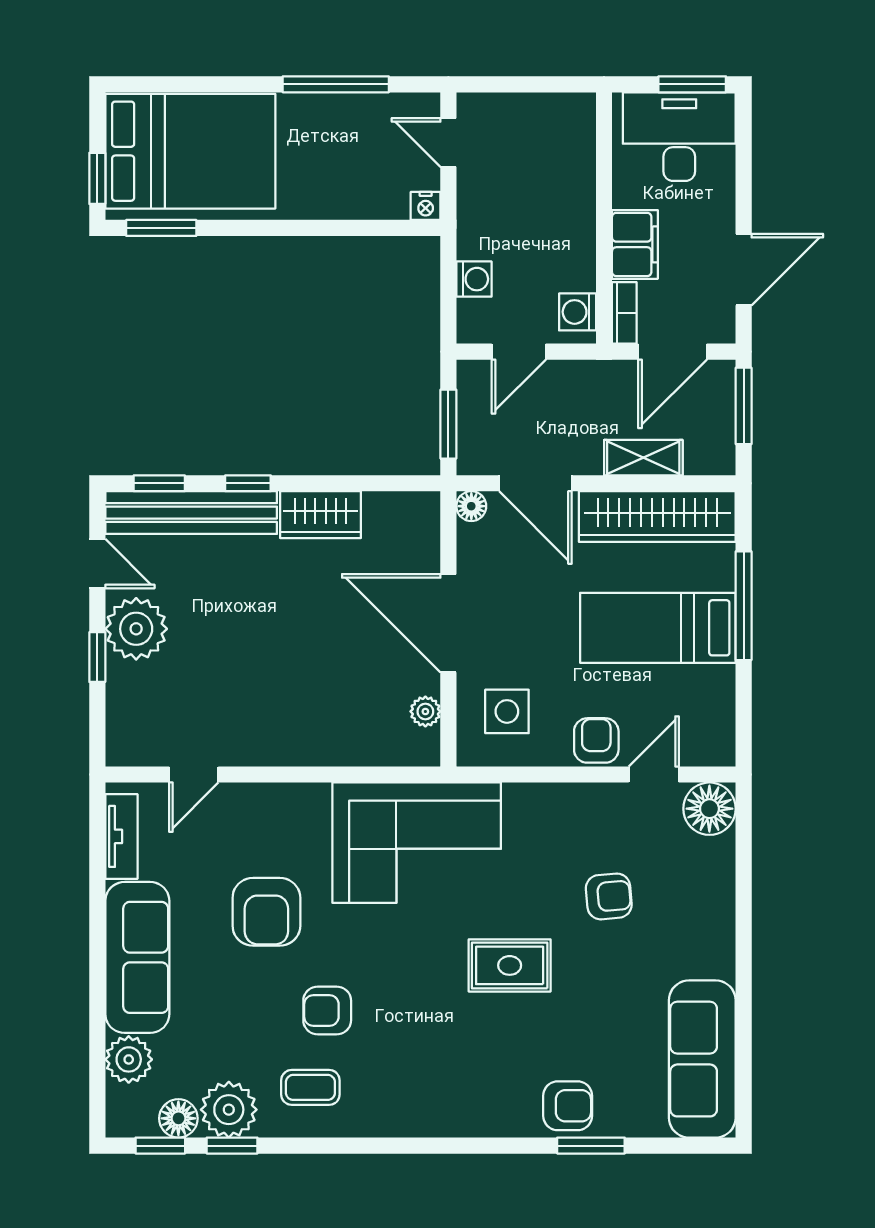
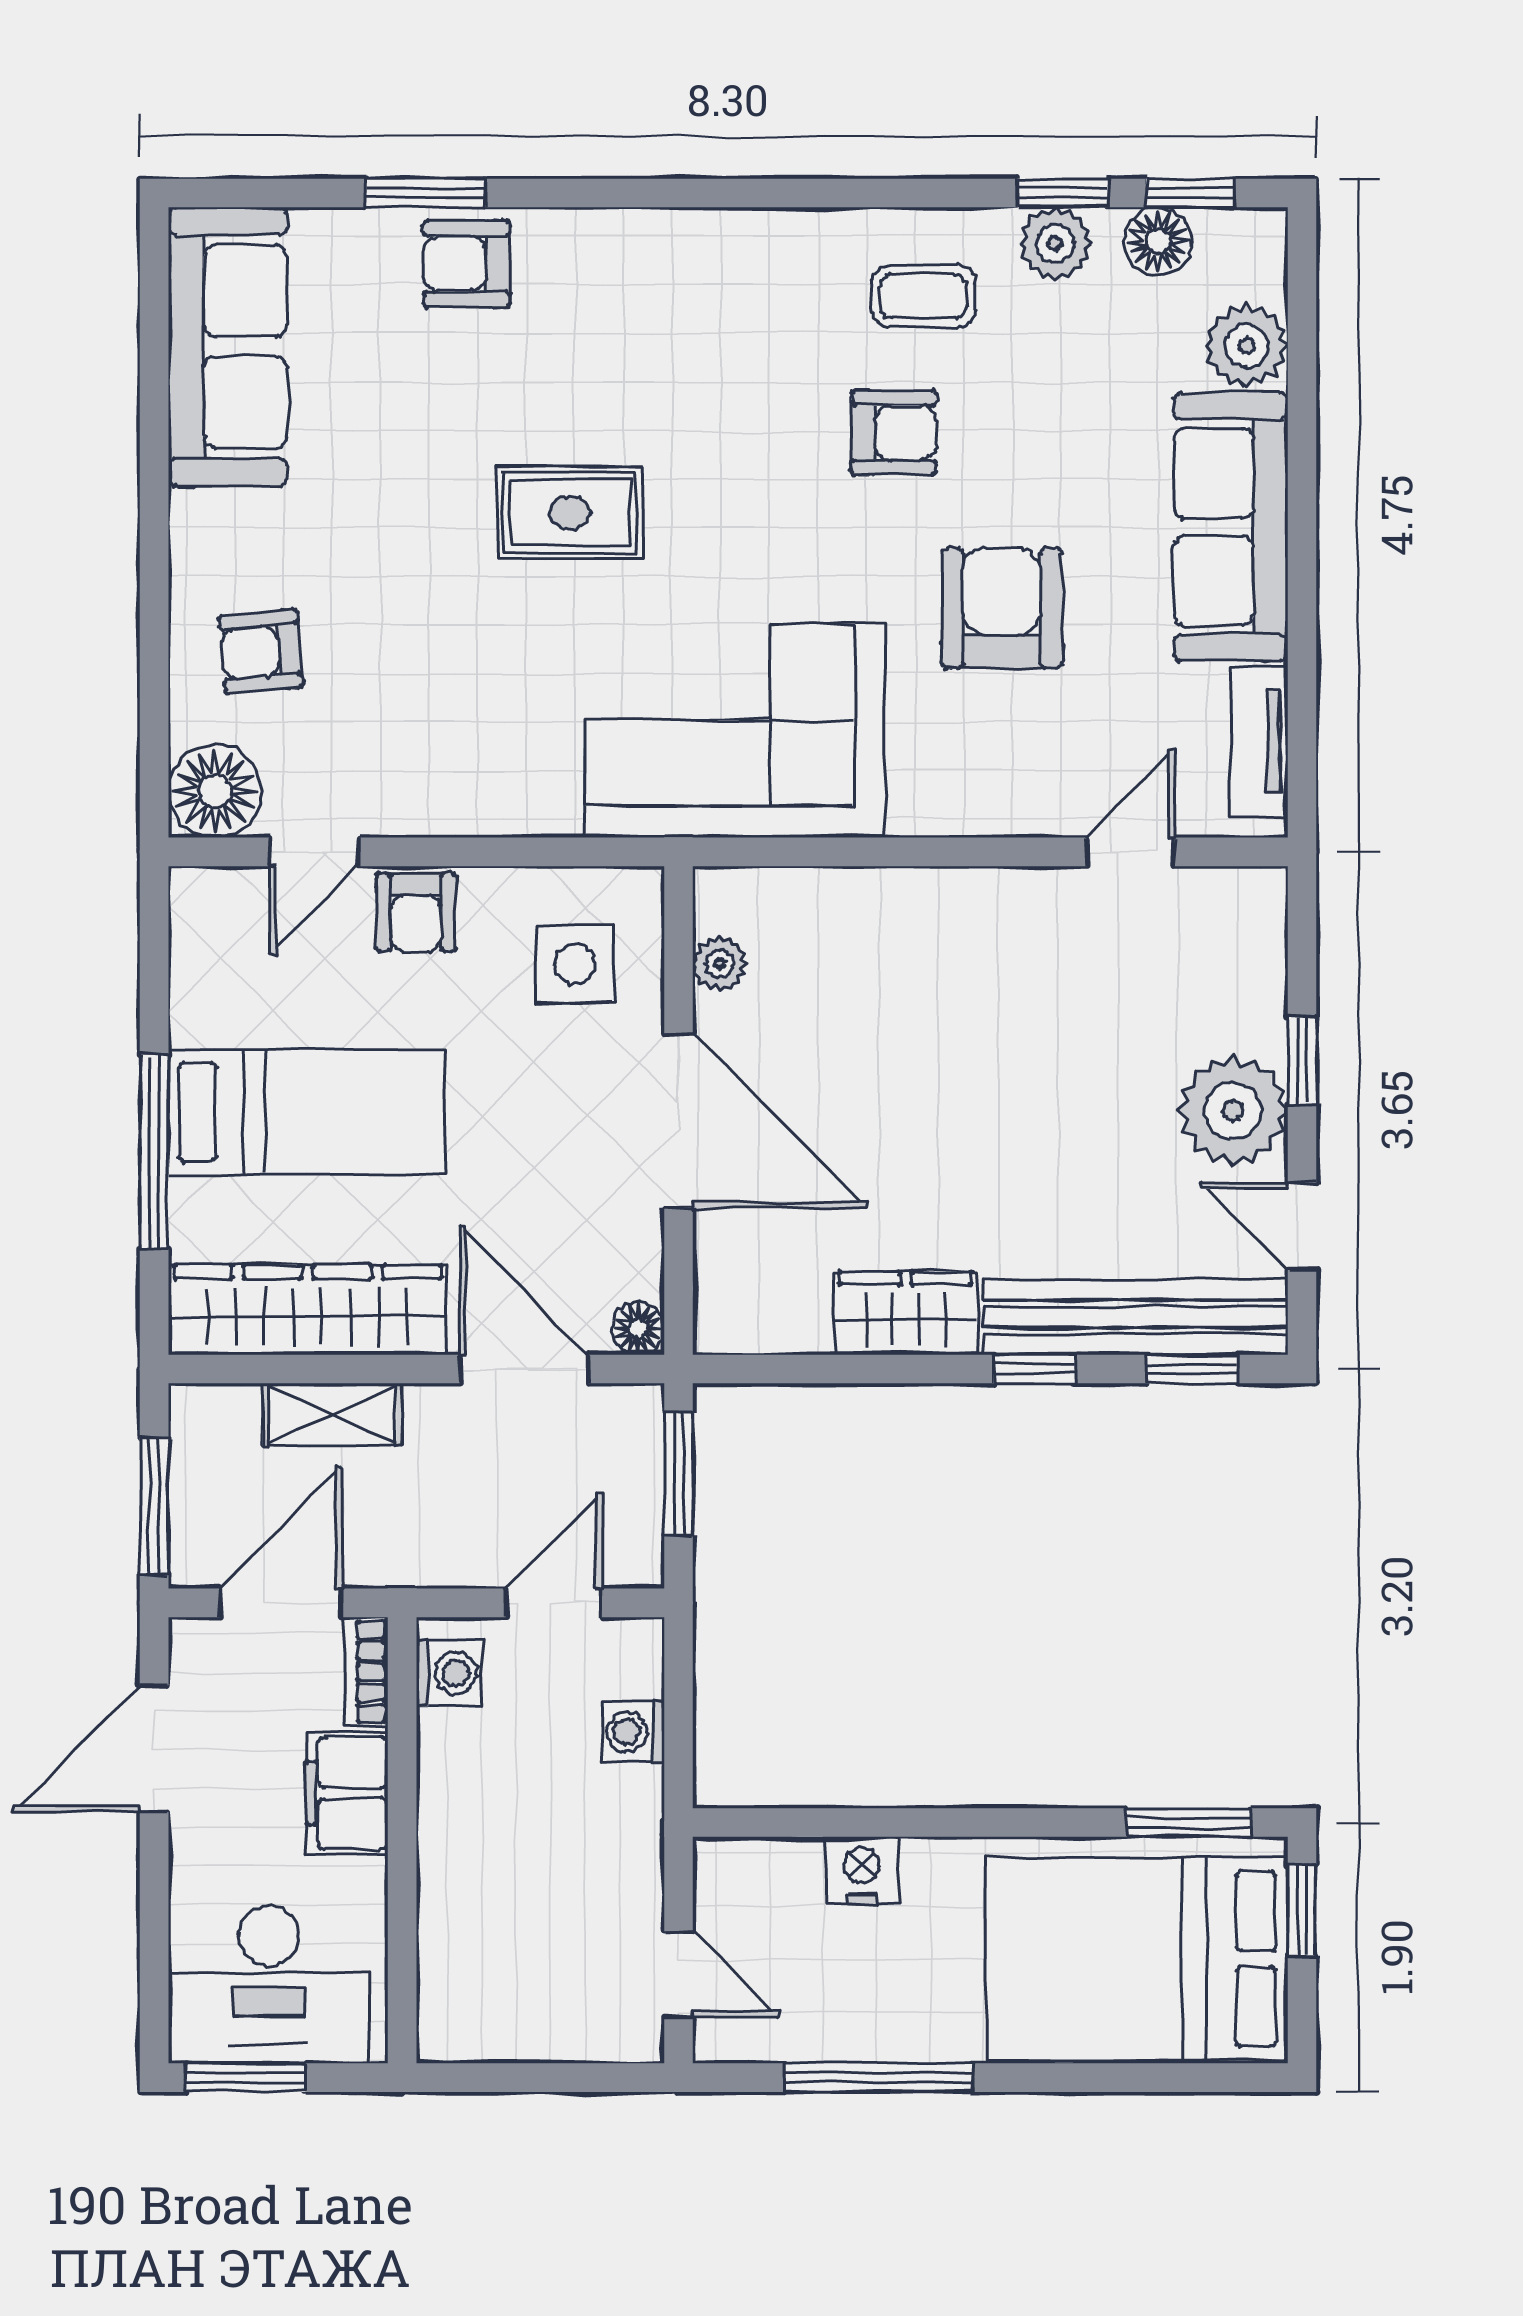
nightstand: (426, 206) -> (862, 1870), moved, width x1.39, depth x1.35
armchair: (609, 896) -> (261, 652), moved
plant: (229, 1110) -> (1055, 243), width x0.73, depth x0.73

